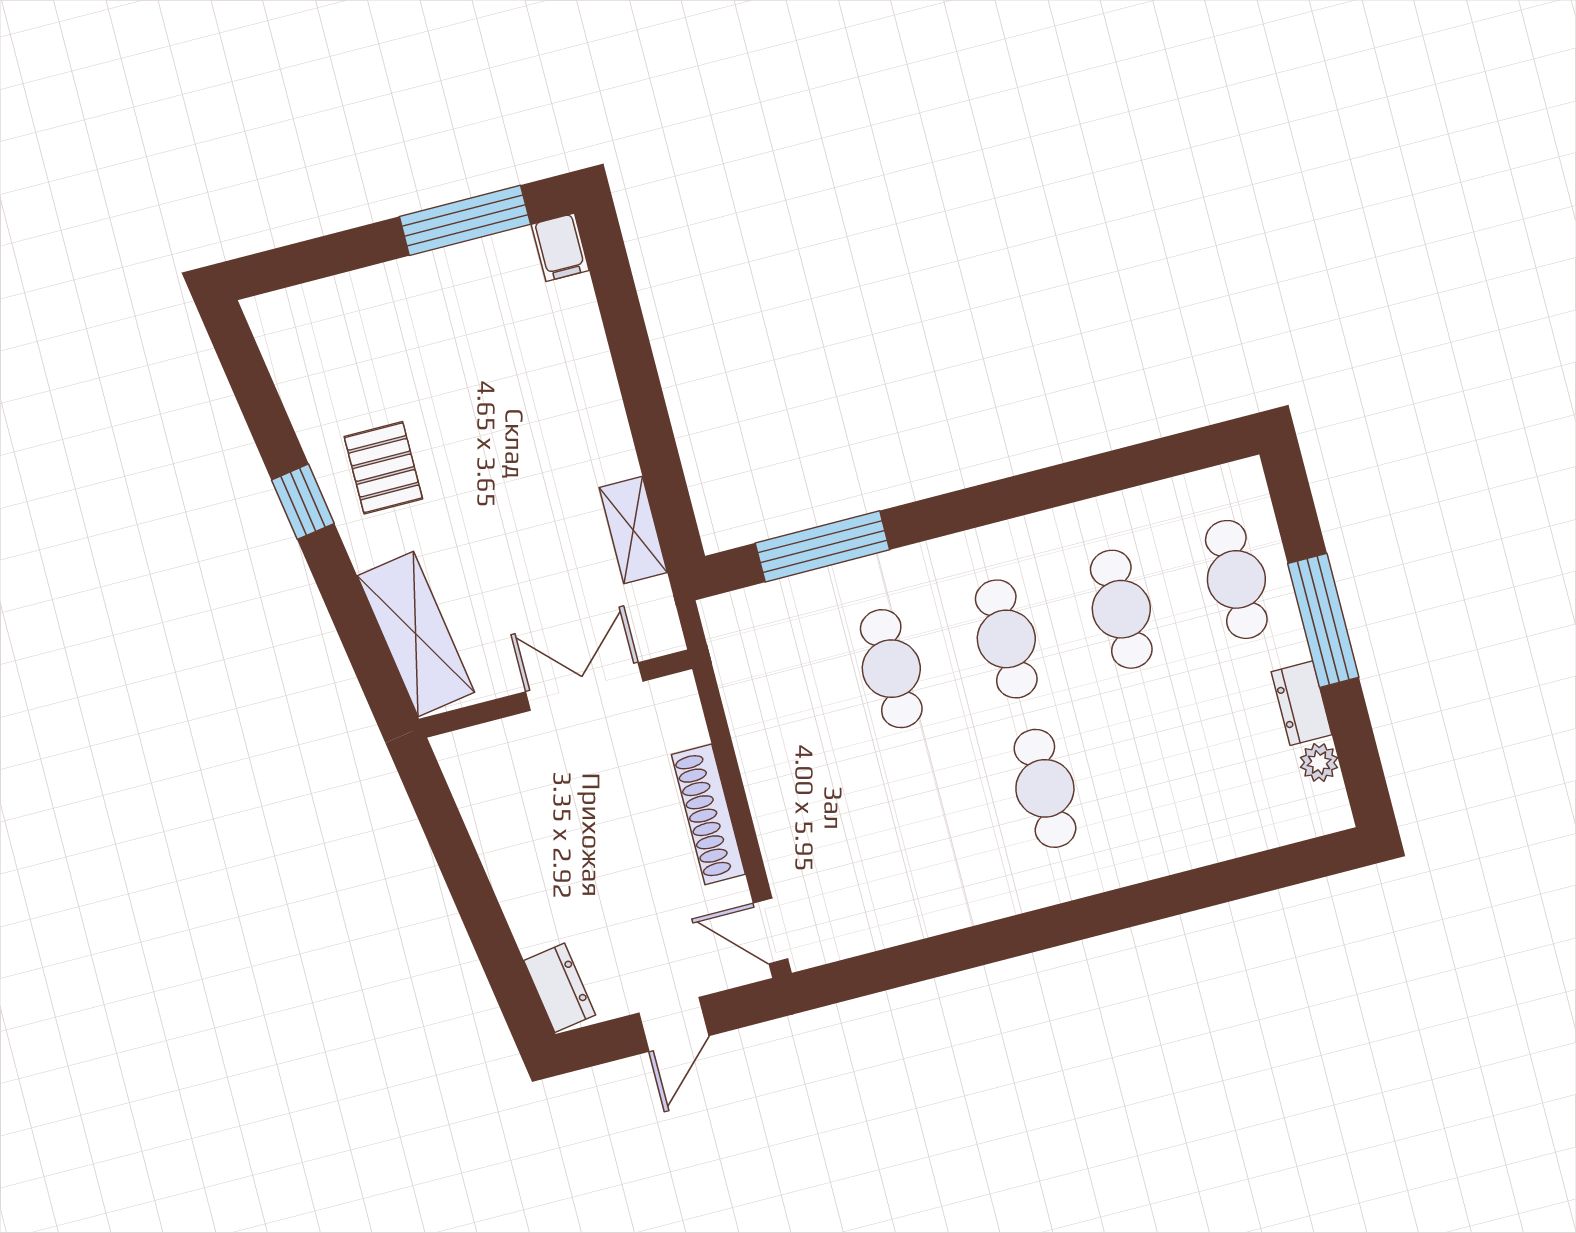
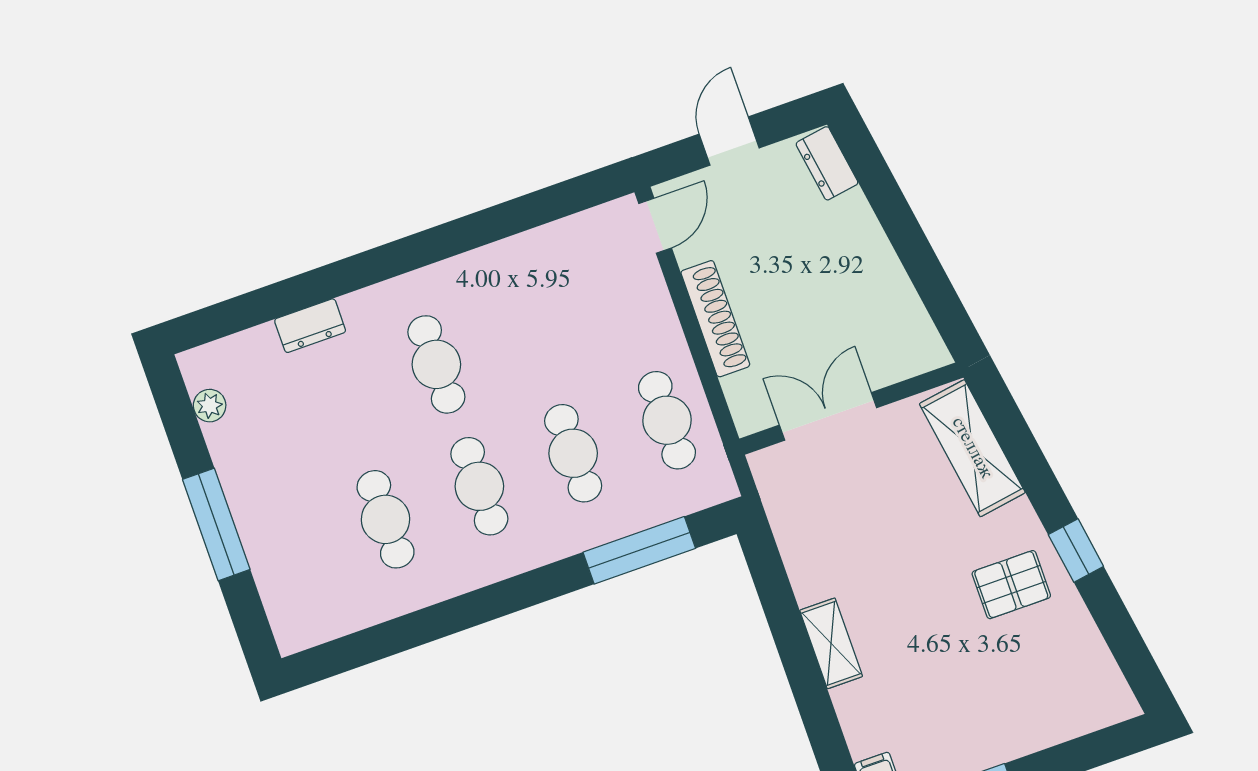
pallet: (383, 468) -> (1011, 585), turned 90
shelving: (633, 530) -> (831, 643), moved
cafe table: (1236, 579) -> (667, 420), moved
double door: (584, 687) -> (828, 416), swing flipped
dresser: (1301, 703) -> (310, 326), moved, turned 90
door: (771, 931) -> (655, 226), hinge flipped

